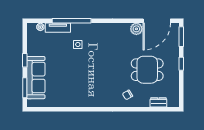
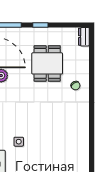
dresser: (158, 102) -> (84, 37), moved

